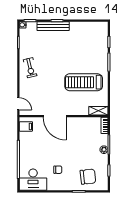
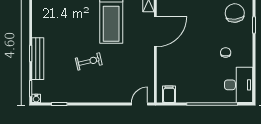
exercise bike: (30, 68) -> (89, 61), moved
door: (55, 116) -> (155, 32), moved

